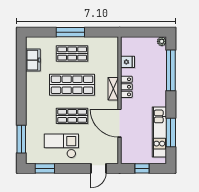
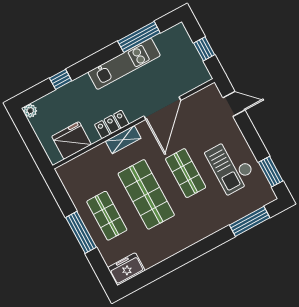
freezer: (33, 60) -> (126, 269), moved
fridge: (128, 62) -> (72, 140), width x1.88, depth x1.34
window: (171, 70) -> (61, 79), width x0.32
kitchen unit: (159, 132) -> (124, 64), moved

